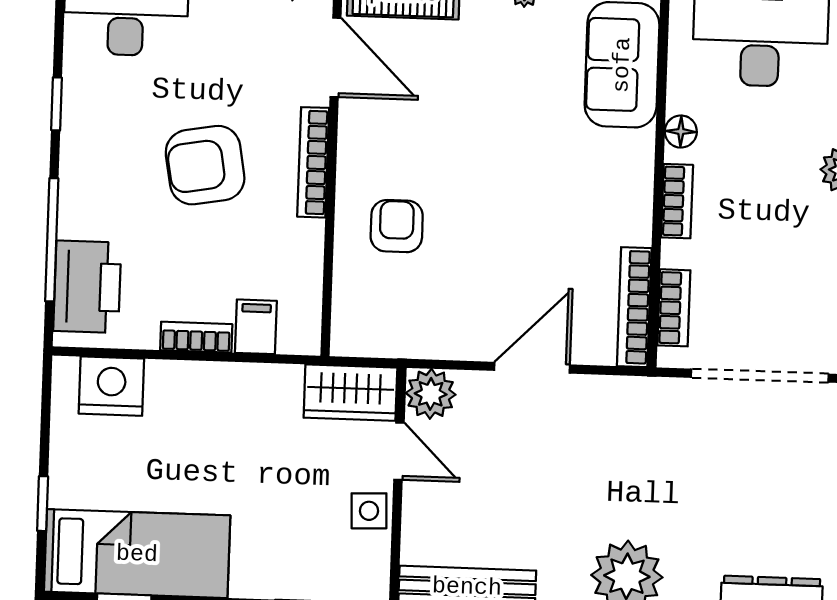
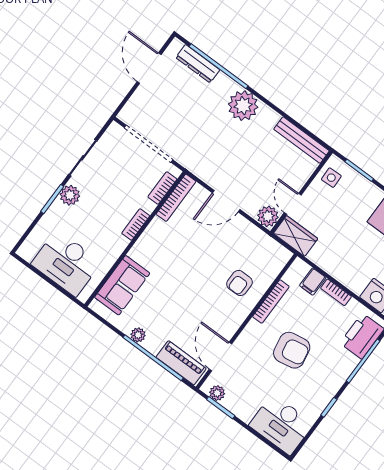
floor lamp: (681, 132) -> (118, 248), removed
bookcase: (313, 162) -> (271, 302), moved
side table: (369, 511) -> (331, 178), moved

